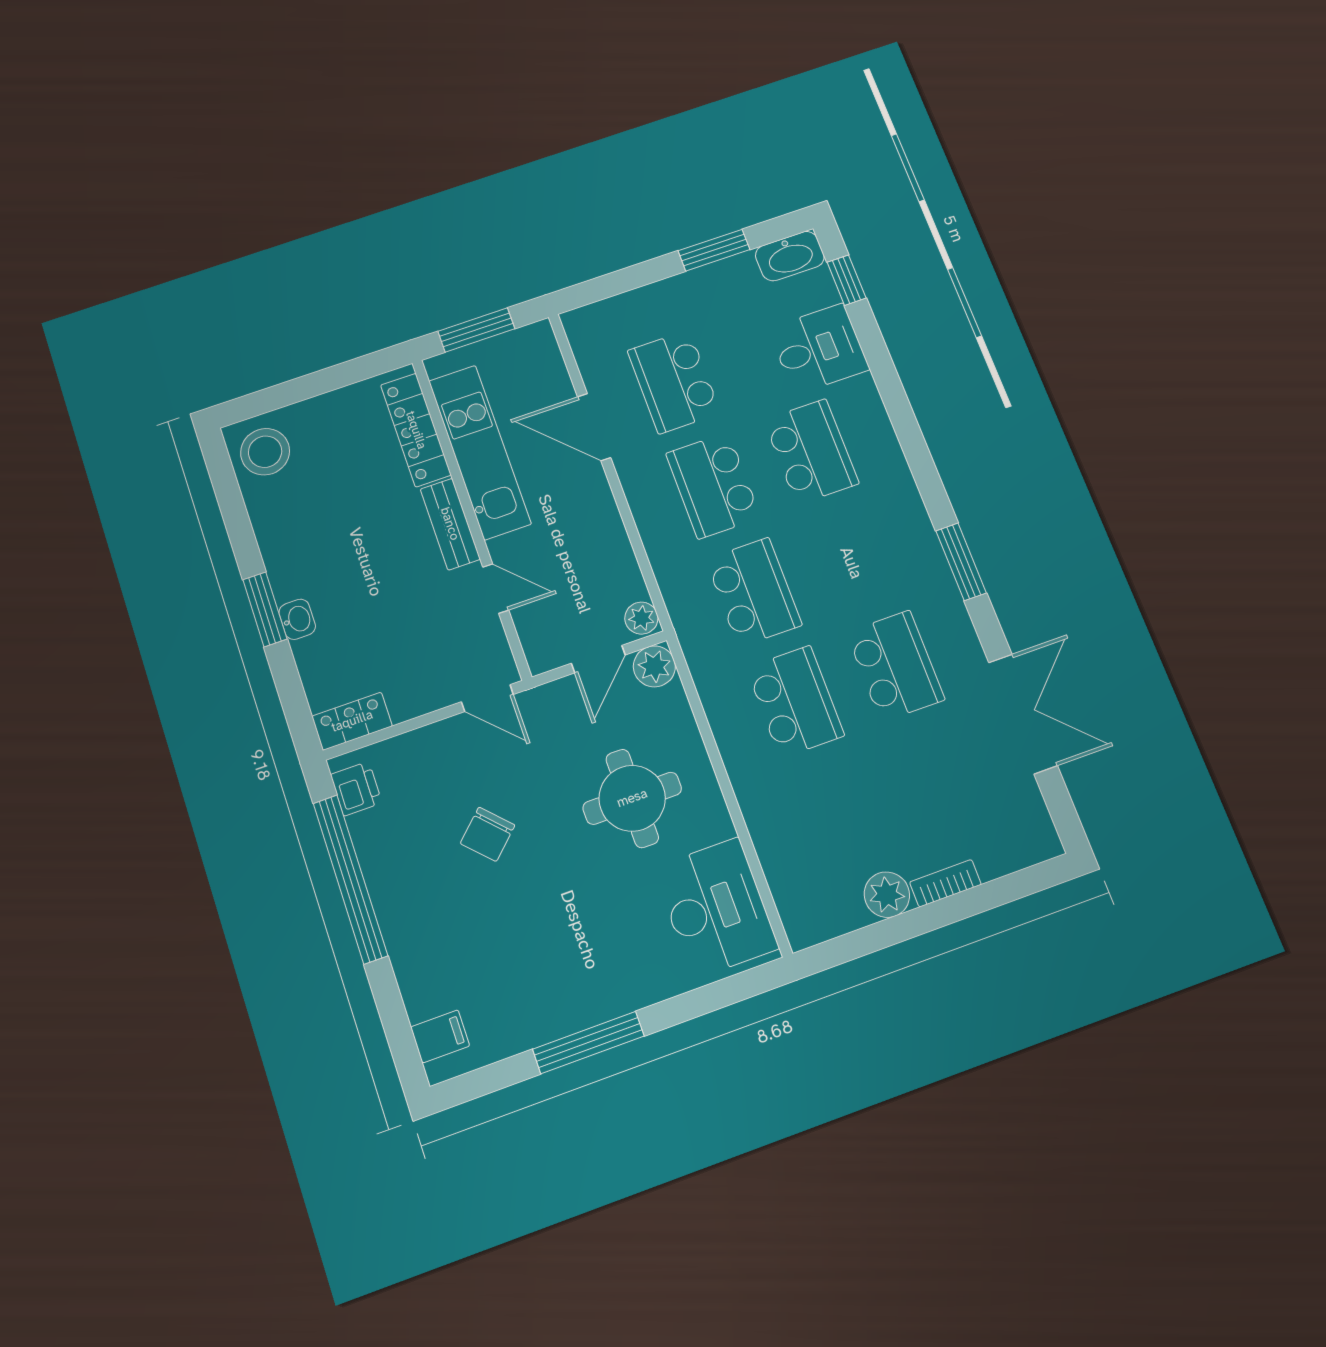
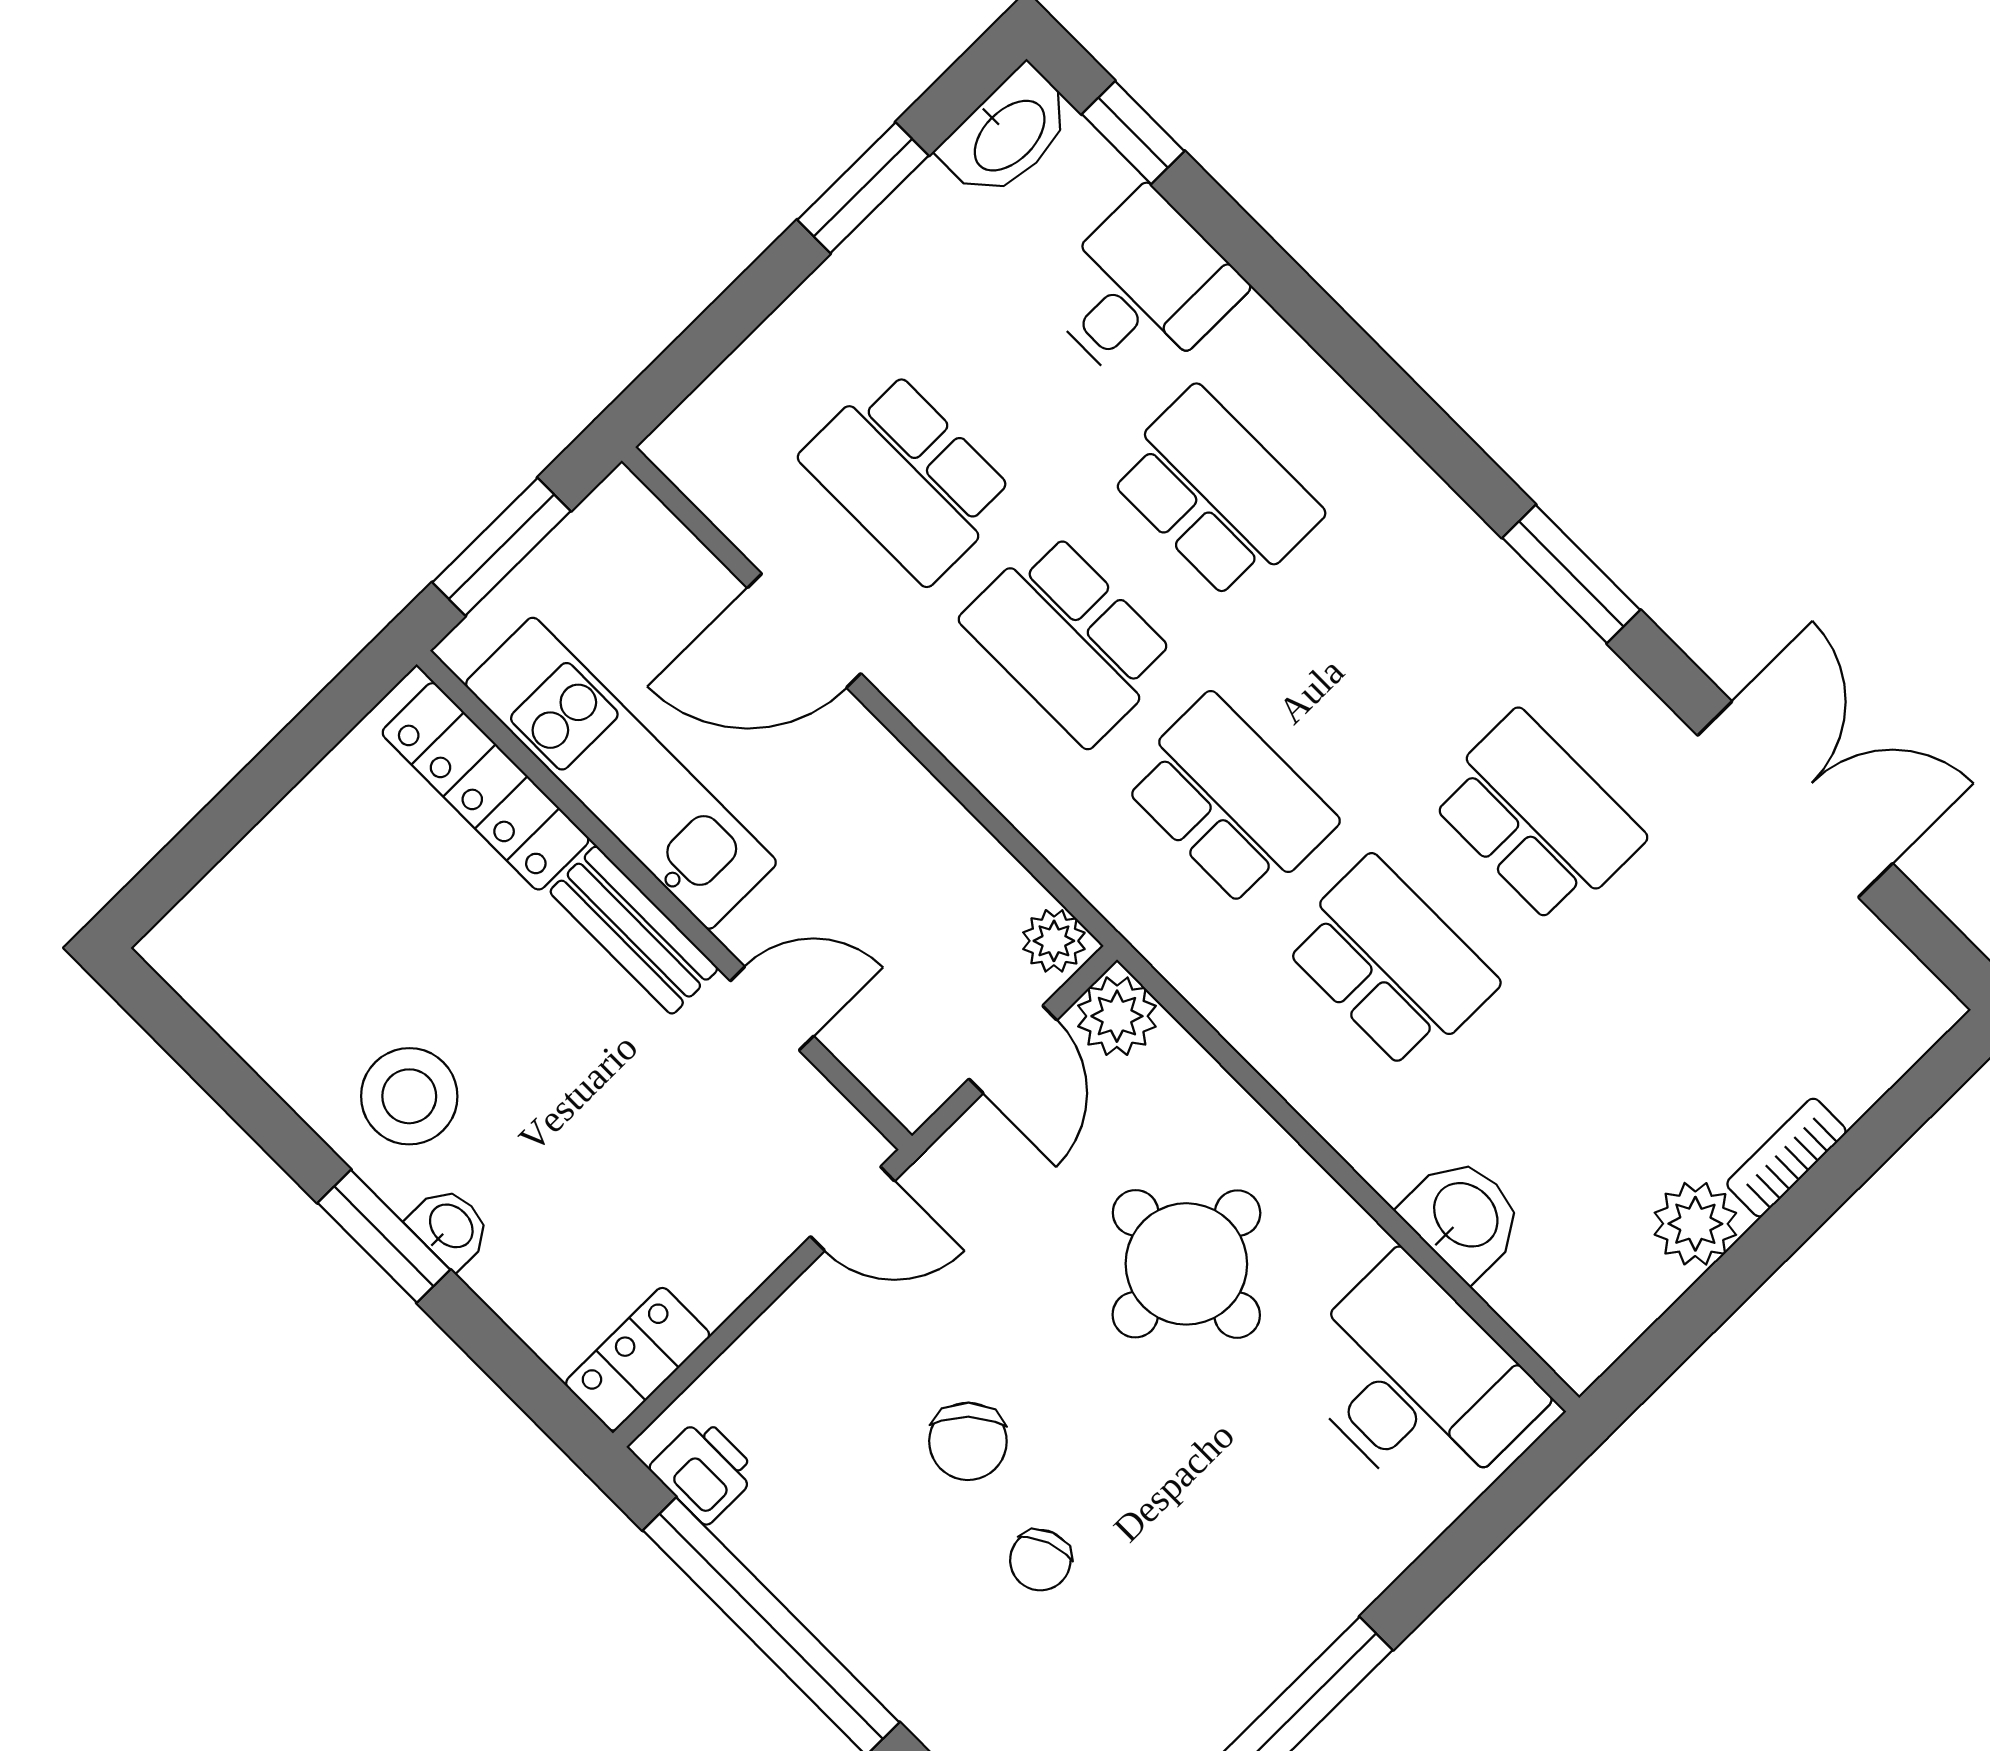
stool: (265, 452) -> (409, 1096), moved
washbasin: (776, 838) -> (1464, 1217), added
chair: (494, 909) -> (1040, 1560), added

